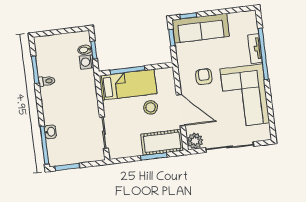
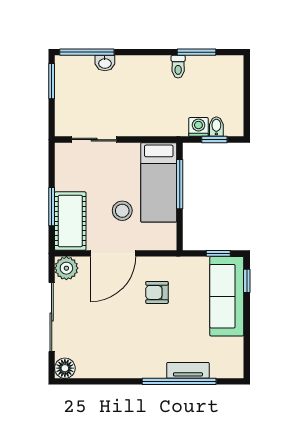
armchair: (204, 77) -> (157, 292), turned 180
corner sofa: (245, 96) -> (122, 348), removed
floor lamp: (264, 134) -> (65, 368), added

